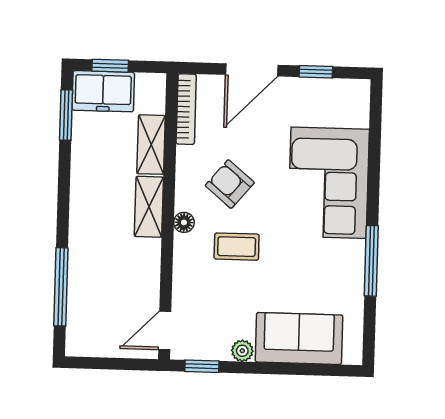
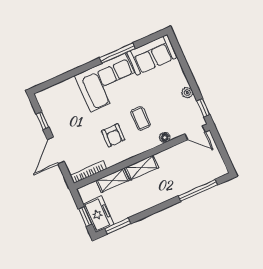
door: (252, 70) -> (56, 151), swing flipped
corner sofa: (329, 183) -> (108, 82), moved
armchair: (230, 184) -> (113, 135), turned -40
floor lamp: (184, 222) -> (165, 137), moved
sofa: (299, 338) -> (152, 55), moved, turned -90

